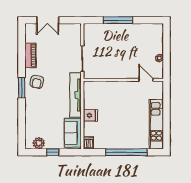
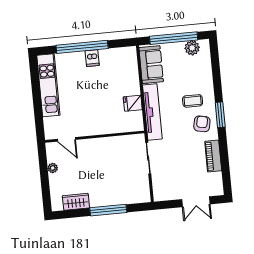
double door: (48, 20) -> (196, 202), swing flipped
wardrobe: (143, 29) -> (76, 202), added
coffee table: (43, 101) -> (193, 101), added
fridge: (90, 115) -> (133, 103), moved
dishwasher: (88, 143) -> (92, 58), moved
window: (53, 152) -> (174, 38), width x3.17

